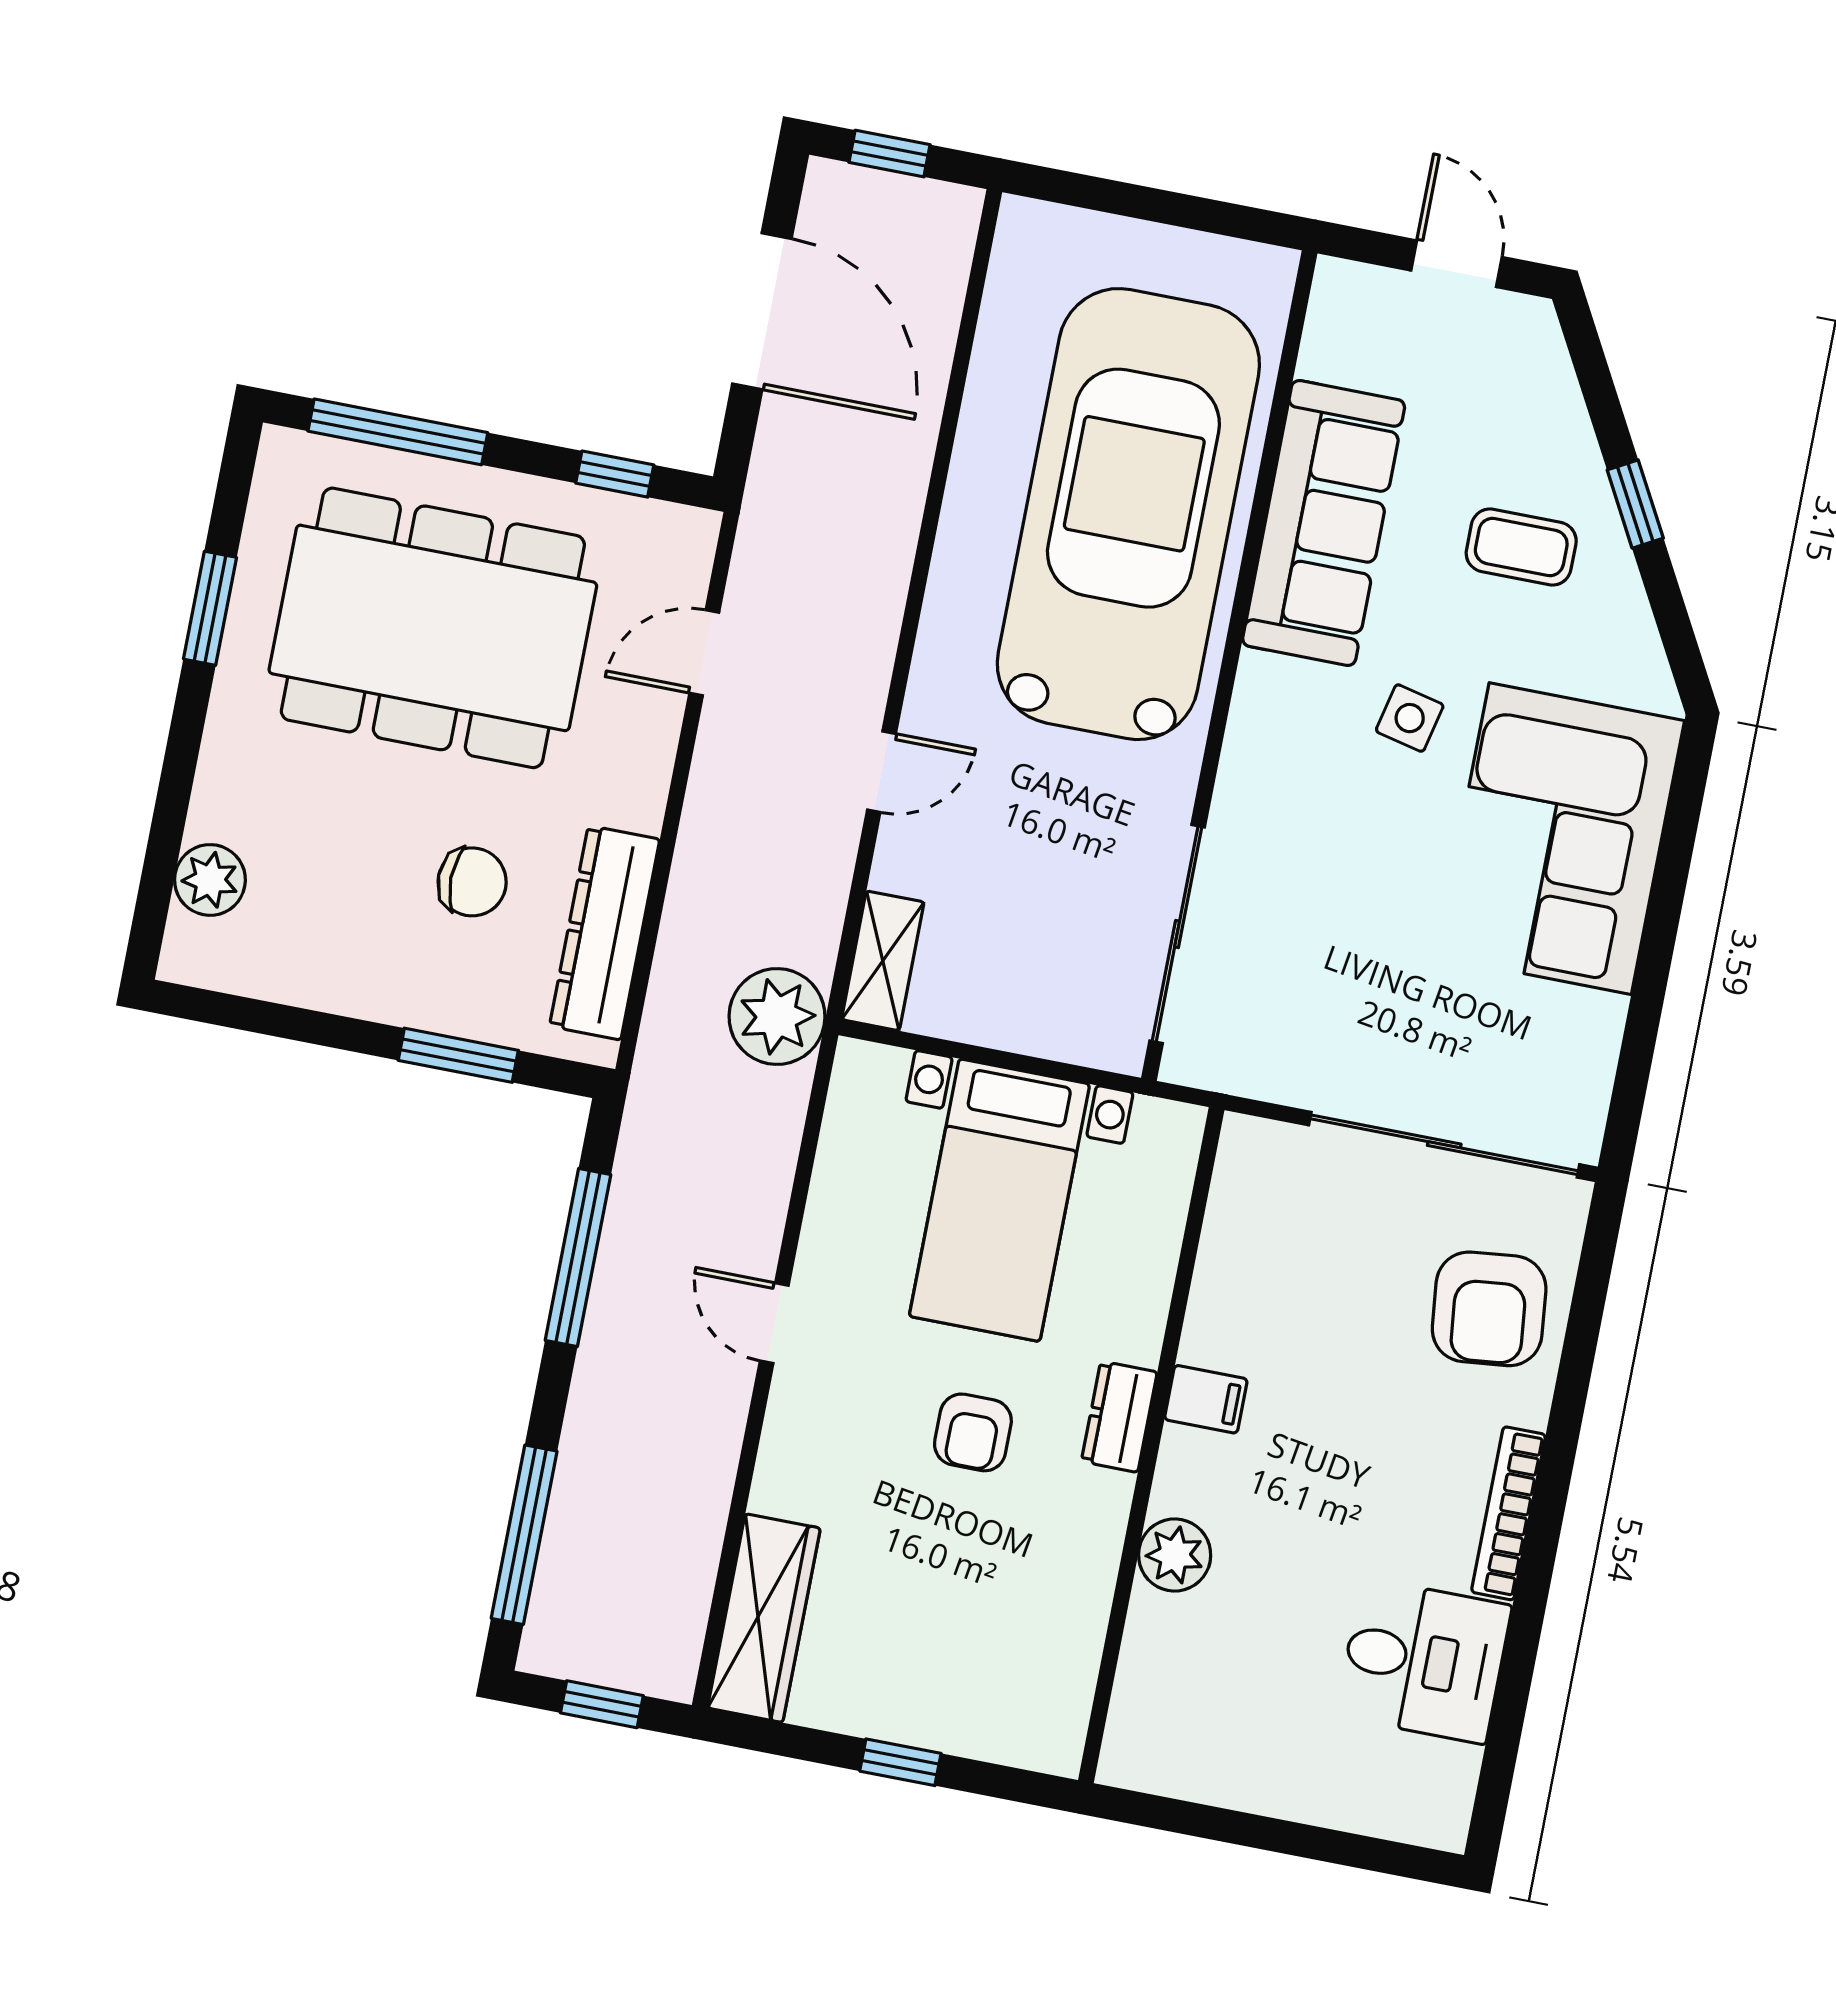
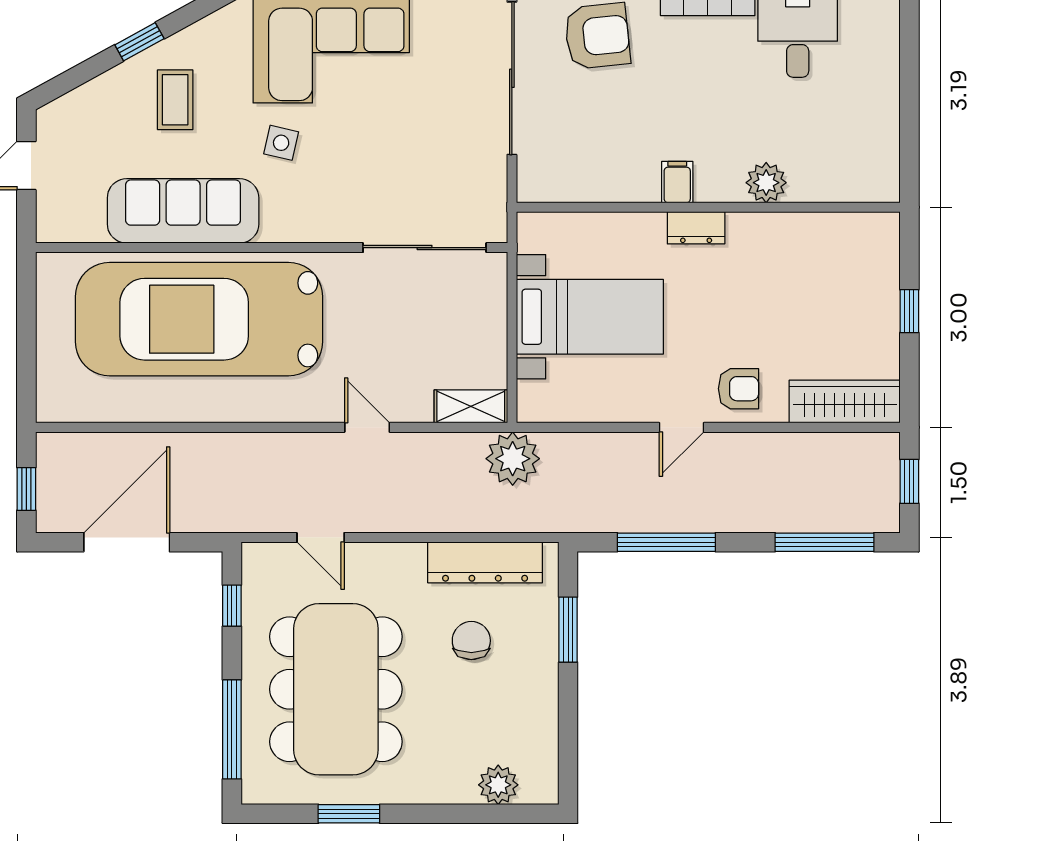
armchair: (973, 1432) -> (738, 389), moved

